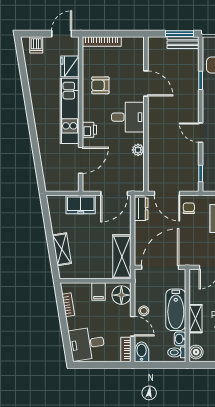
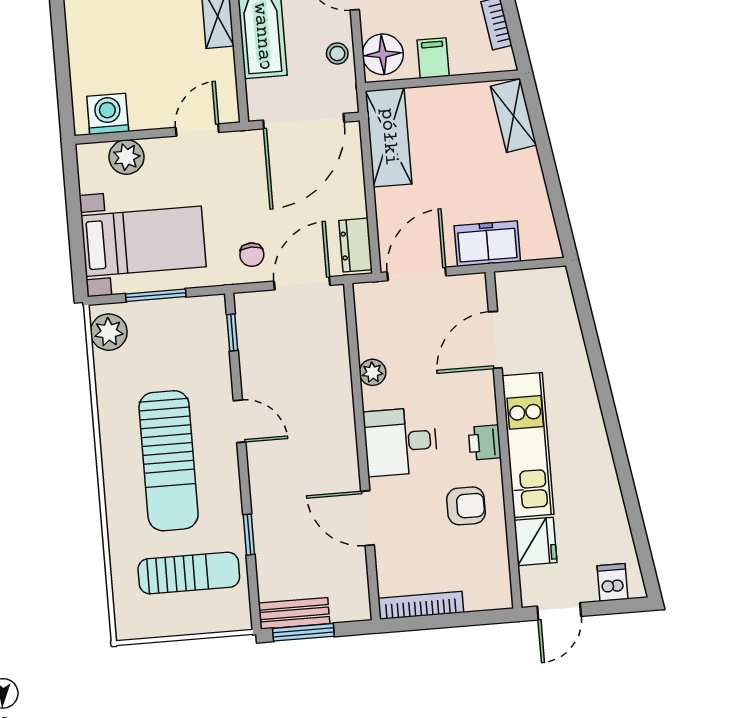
bookcase: (102, 42) -> (421, 605), moved
printer: (89, 130) -> (485, 443), moved
door: (167, 193) -> (302, 283), hinge flipped
shelving: (62, 249) -> (513, 116), moved
stool: (144, 311) -> (337, 54), moved

